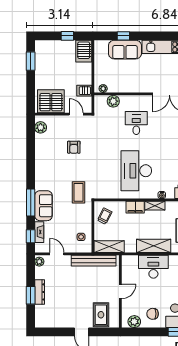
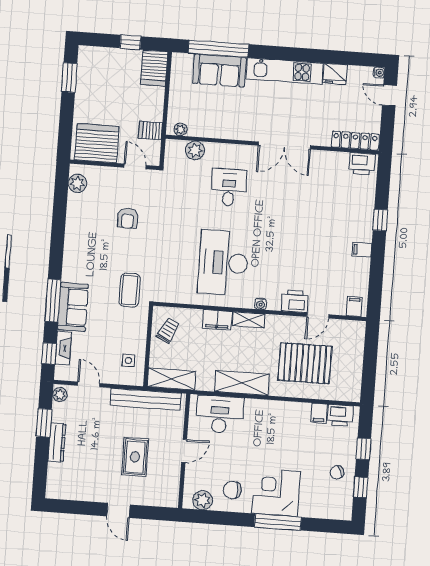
window: (123, 36) -> (218, 49), width x3.17
desk: (153, 267) -> (220, 414), moved
window: (31, 295) -> (44, 423), moved
rug: (101, 315) -> (135, 457), moved

